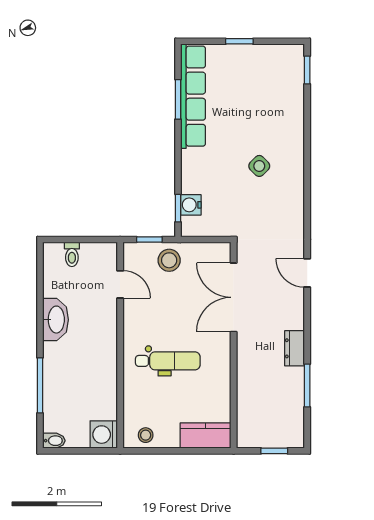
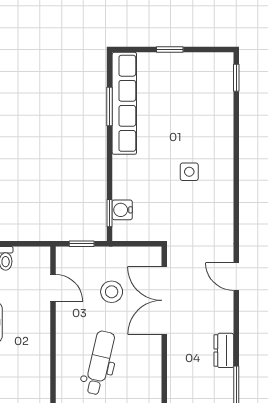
side table: (259, 166) -> (189, 172), turned 45
stool: (169, 260) -> (112, 292), moved
dental chair: (168, 361) -> (100, 363), turned -77

